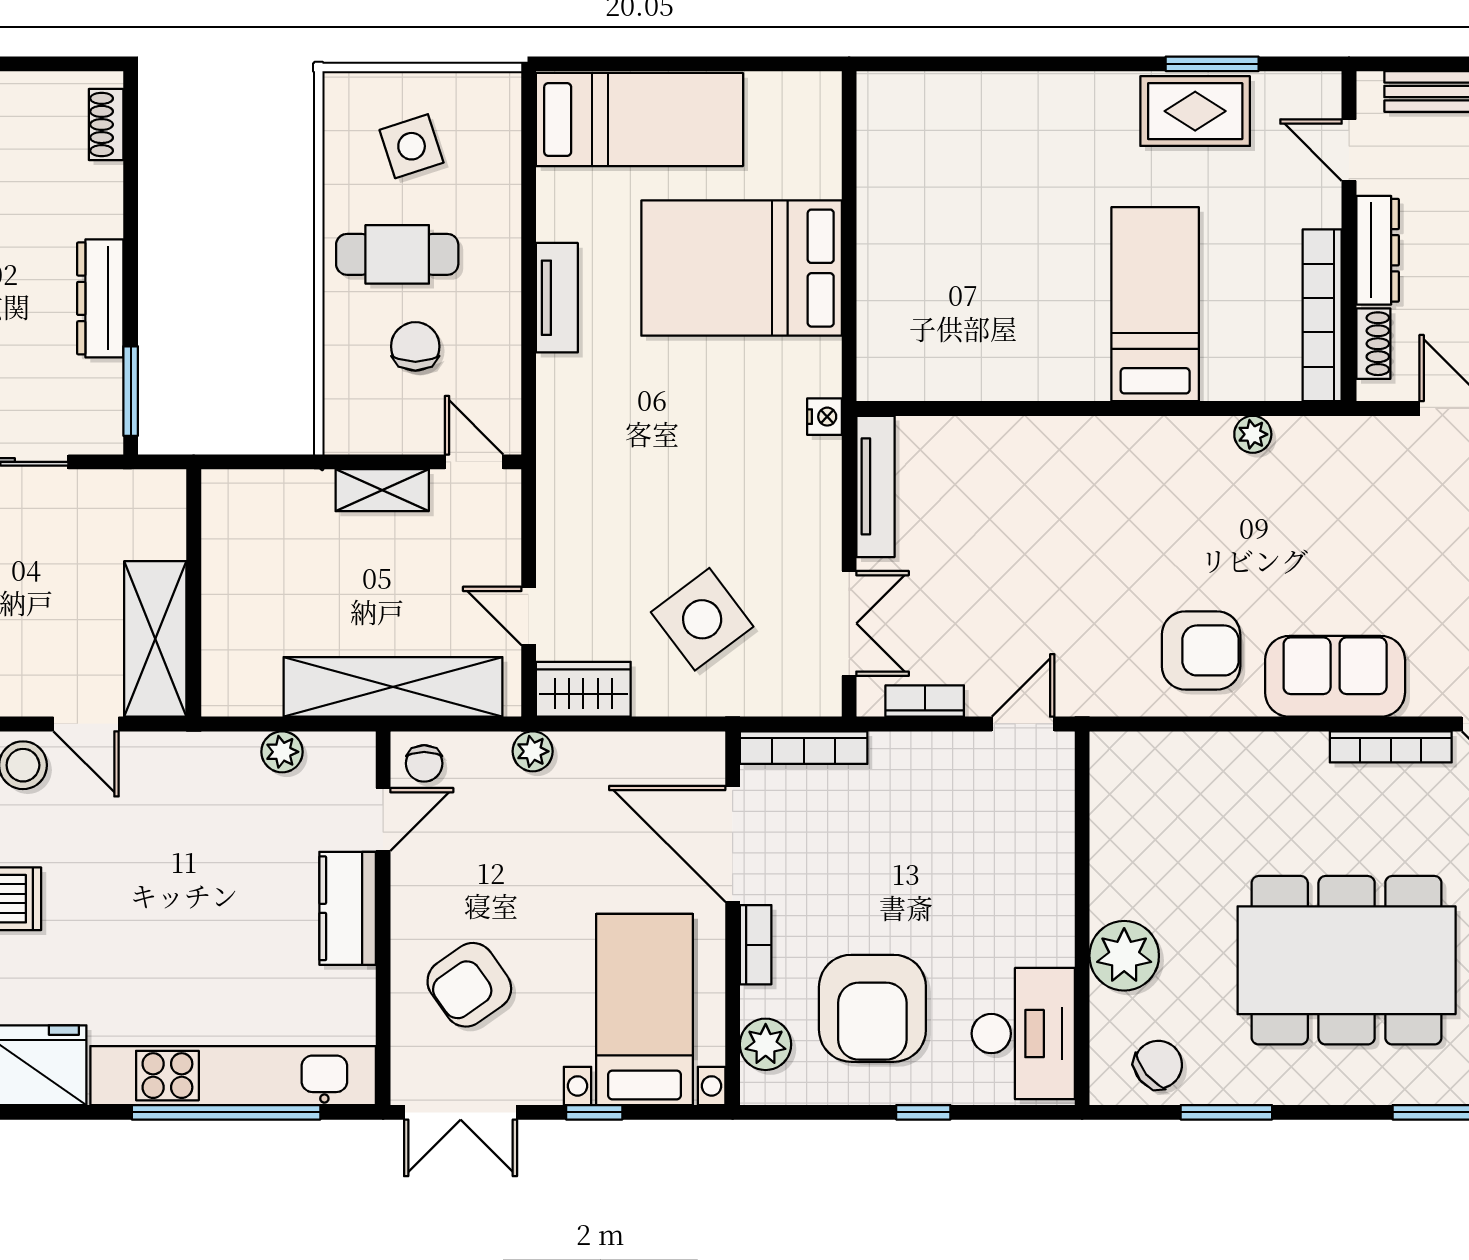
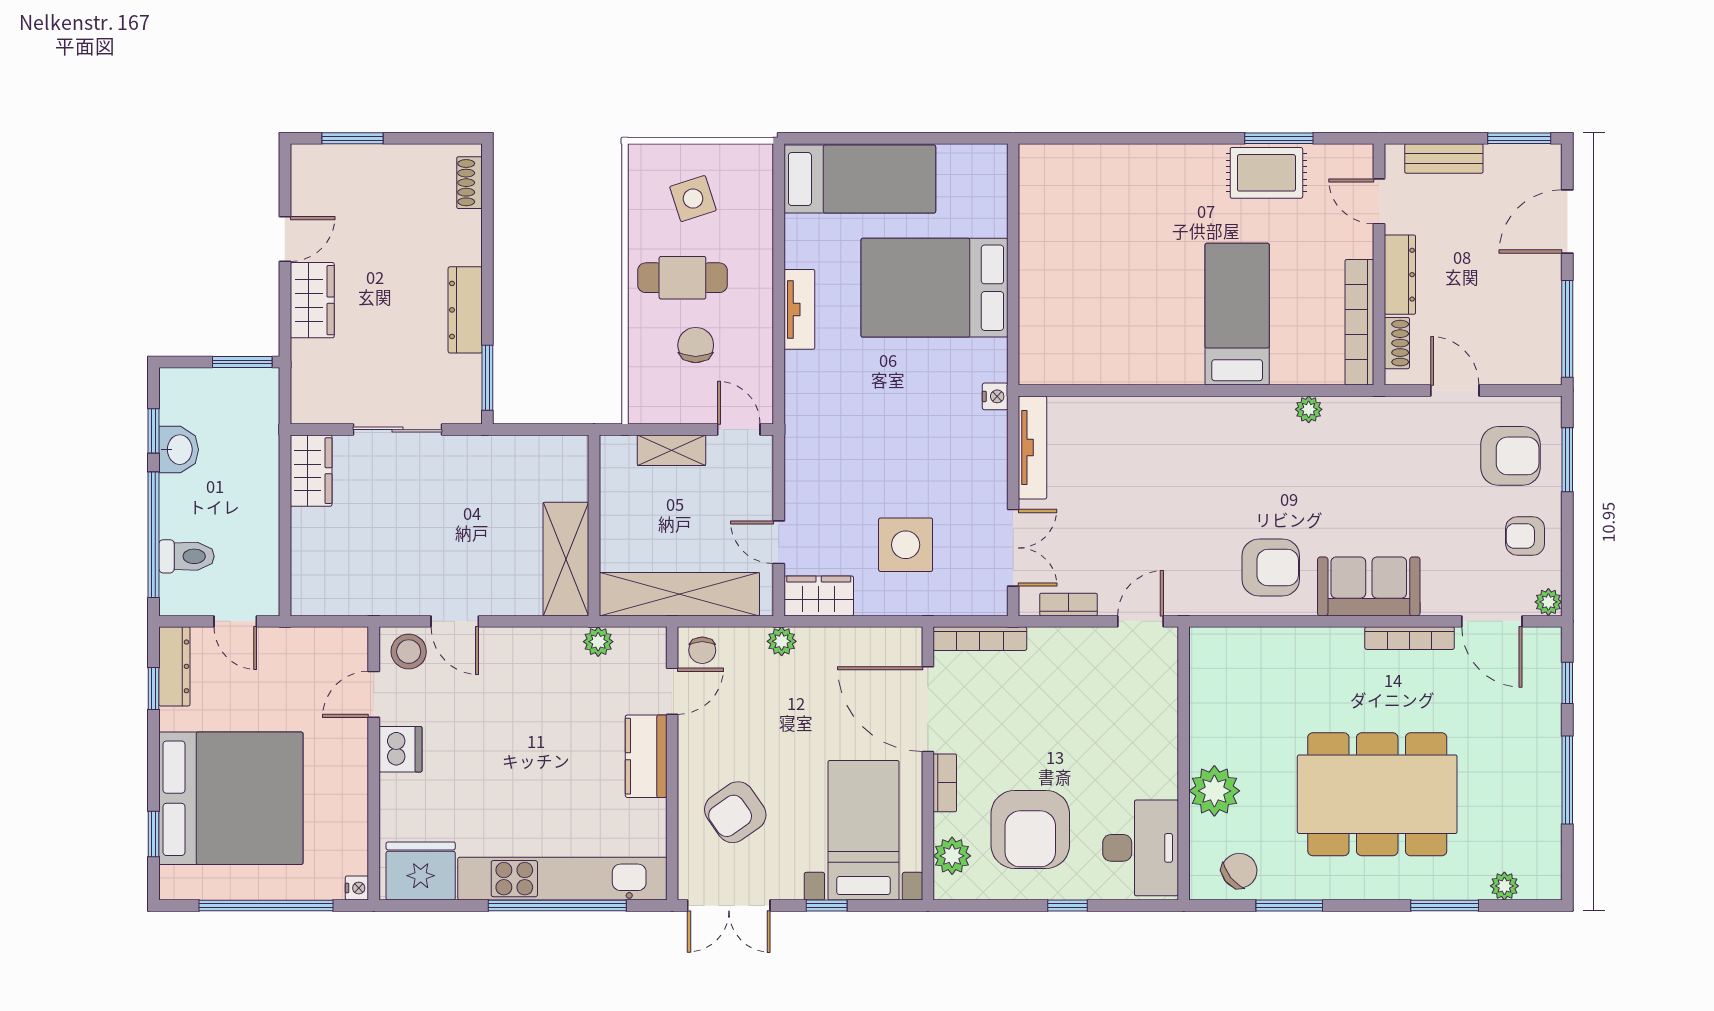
wall: (194, 593) -> (594, 525), moved
side table: (702, 619) -> (906, 545), turned 37
shelving: (155, 639) -> (566, 559), moved

